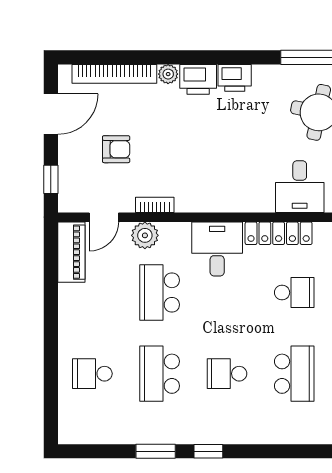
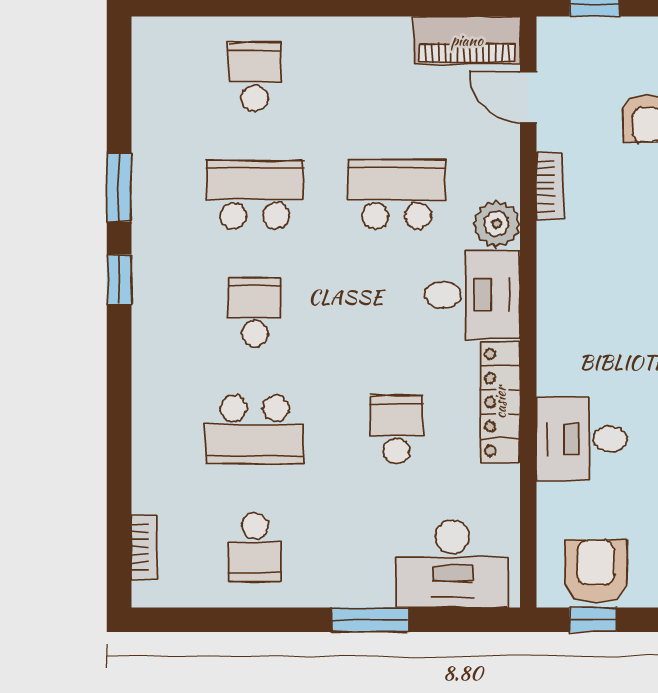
plant: (145, 235) -> (496, 224), moved
school desk: (294, 293) -> (397, 430), turned 180

